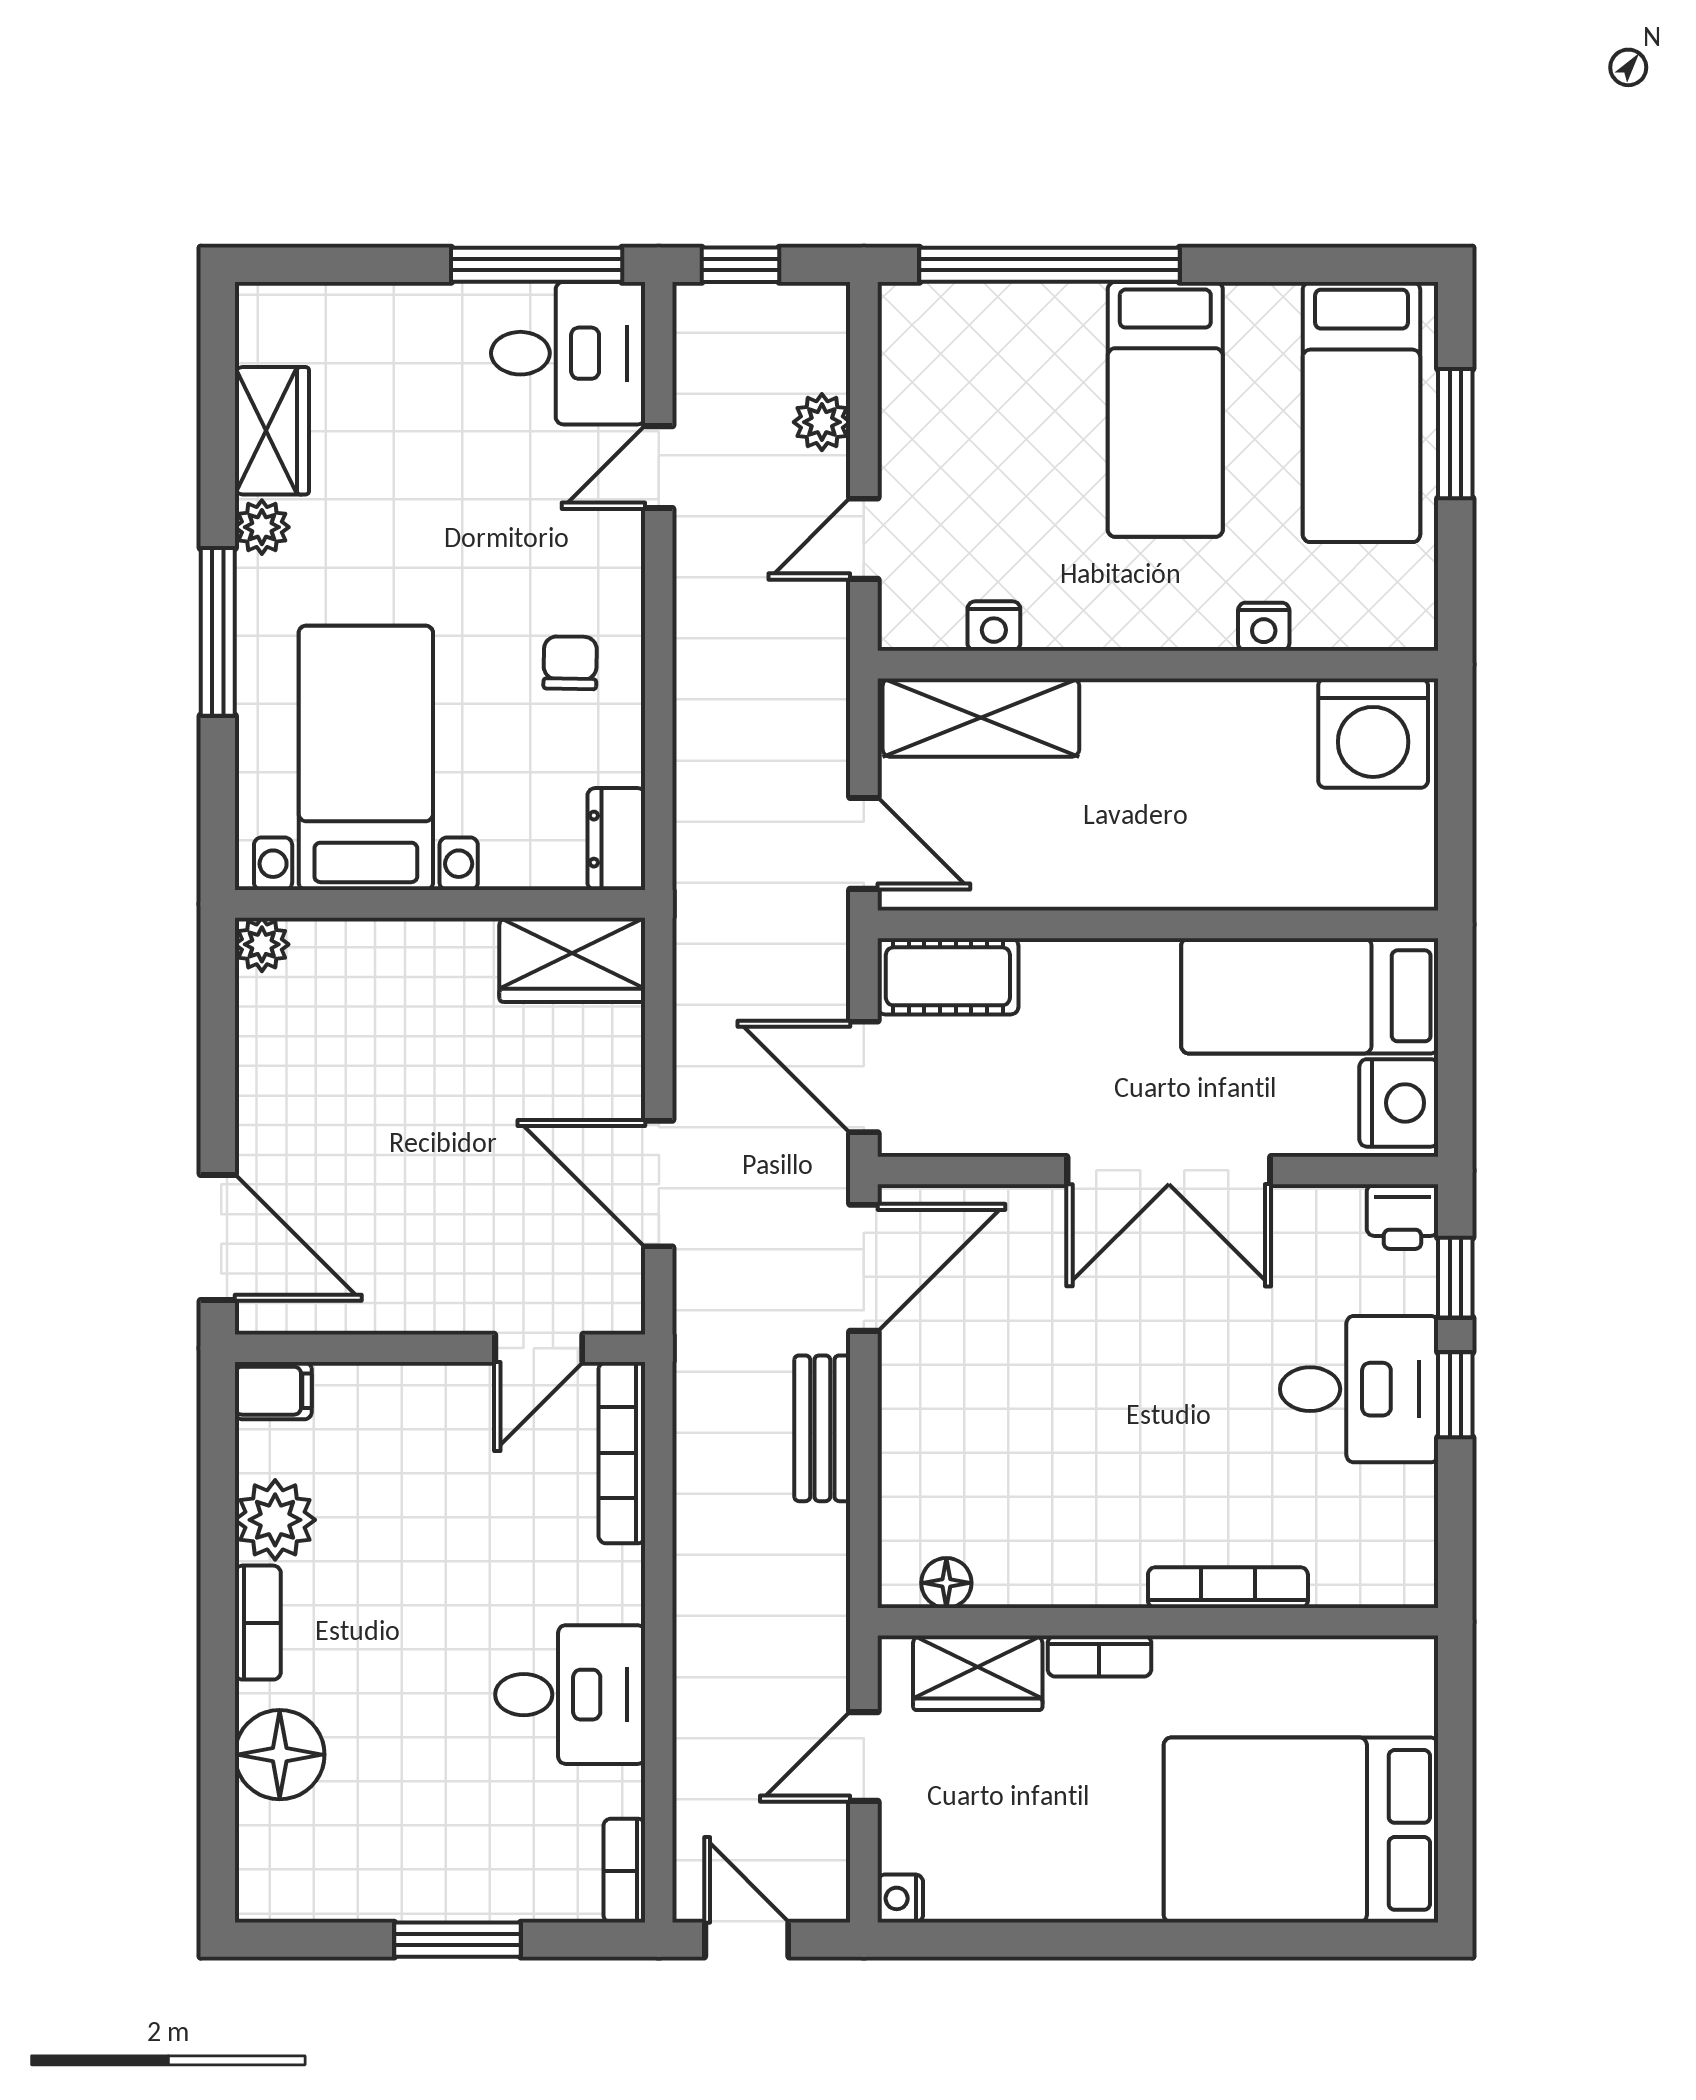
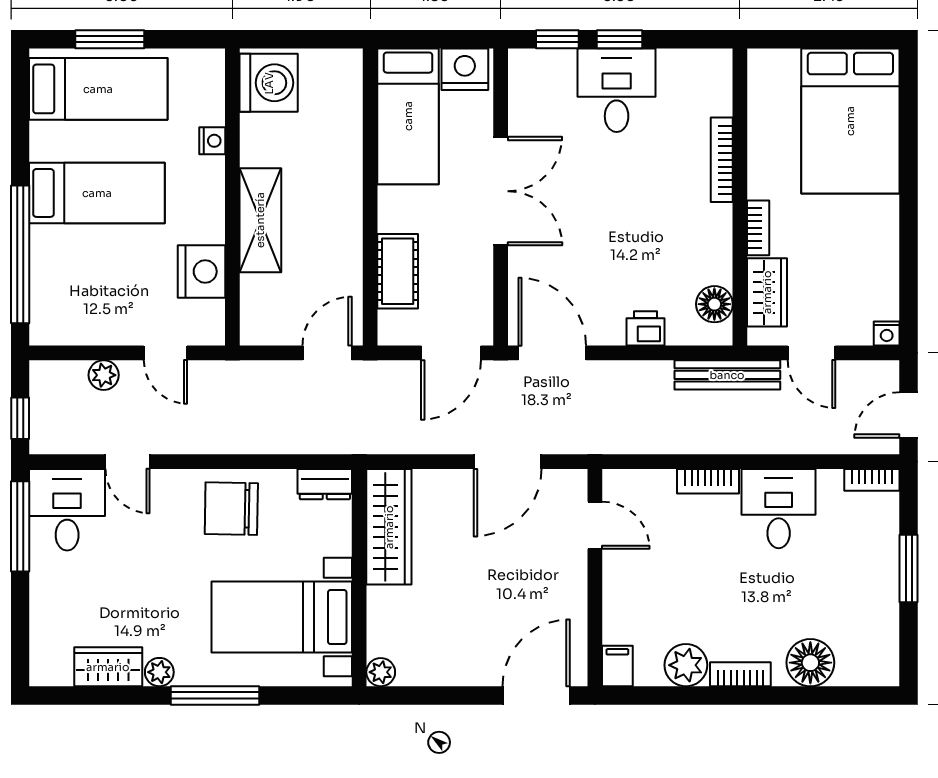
nightstand: (994, 626) -> (201, 271), width x1.89, depth x1.79
chair: (570, 663) -> (231, 509), width x1.87, depth x1.87
shelving: (981, 718) -> (260, 220), moved
wardrobe: (572, 960) -> (389, 527), width x1.50
cot: (948, 976) -> (398, 271), moved
printer: (1402, 1217) -> (646, 328), moved, turned -90
bench: (822, 1428) -> (727, 375), moved, width x1.36
bookcase: (622, 1453) -> (708, 481), moved, width x0.64
floor lamp: (946, 1583) -> (714, 304), width x1.37, depth x1.37

